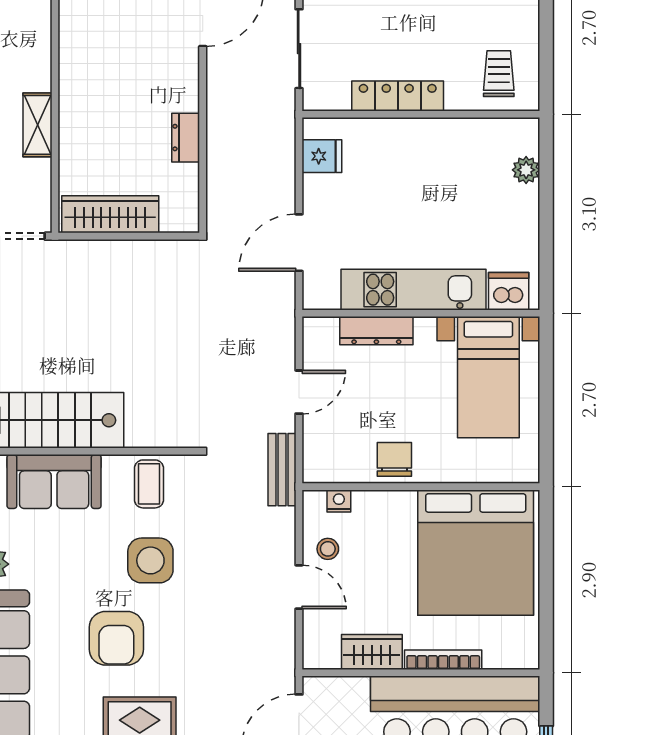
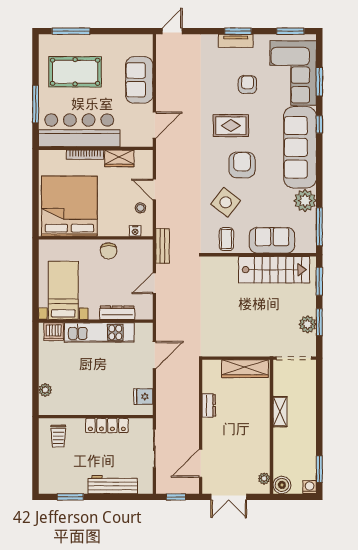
side table: (150, 560) -> (226, 202), turned 38

